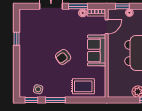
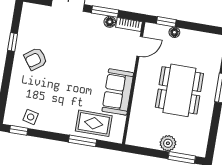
sofa: (97, 50) -> (118, 92), moved
armchair: (63, 57) -> (35, 59), moved
window: (55, 100) -> (82, 141), moved

